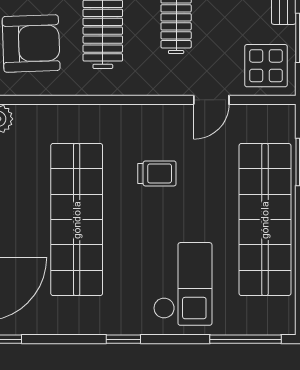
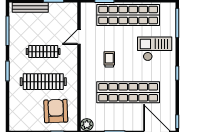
display table: (266, 66) -> (65, 15), removed
door: (211, 100) -> (79, 37), swing flipped

